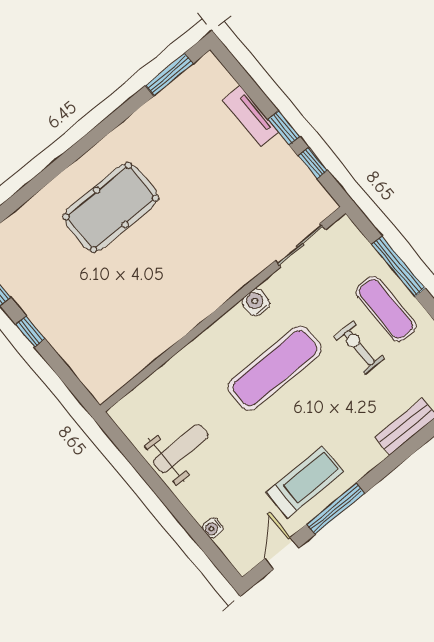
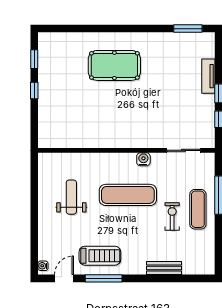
weight bench: (181, 449) -> (71, 197), moved, turned -90
water cooler: (213, 528) -> (43, 266), moved

